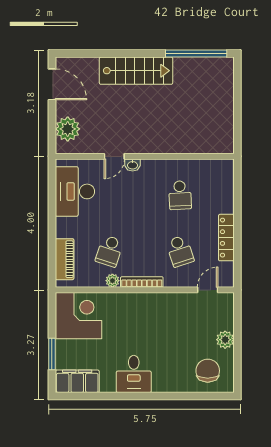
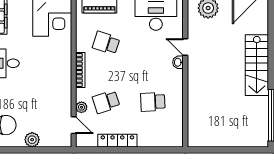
plant: (112, 281) -> (81, 107), moved

